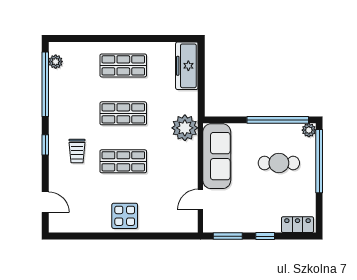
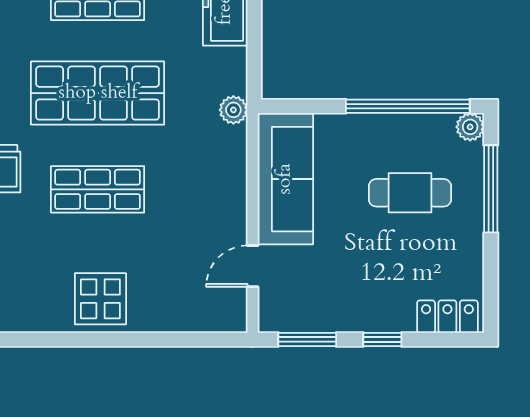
shop shelf: (123, 113) -> (98, 93), width x1.43, depth x1.36
plant: (185, 128) -> (233, 110), width x0.53, depth x0.53
window: (319, 161) -> (491, 189), width x0.68

